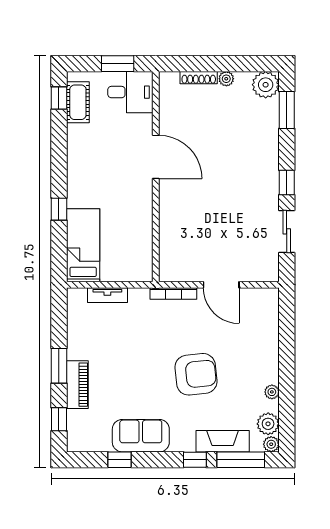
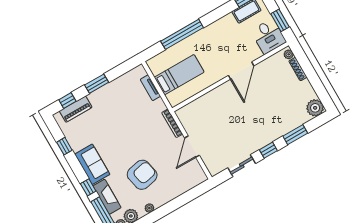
plant: (226, 79) -> (289, 54), moved
window: (287, 110) -> (295, 135), moved
window: (59, 209) -> (182, 34), width x3.17
bed: (83, 245) -> (179, 75), moved
armchair: (196, 374) -> (142, 175), moved, turned -96
piano: (77, 385) -> (76, 109), moved
sofa: (141, 436) -> (92, 164), moved

